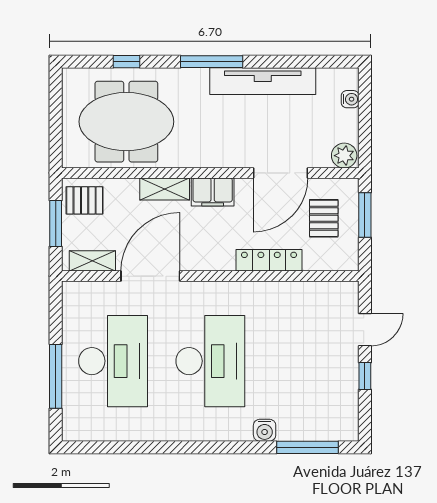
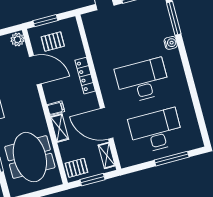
filing cabinet: (213, 192) -> (56, 108), width x0.50
pallet: (85, 200) -> (76, 168), turned 90
locker: (269, 260) -> (85, 76), moved

